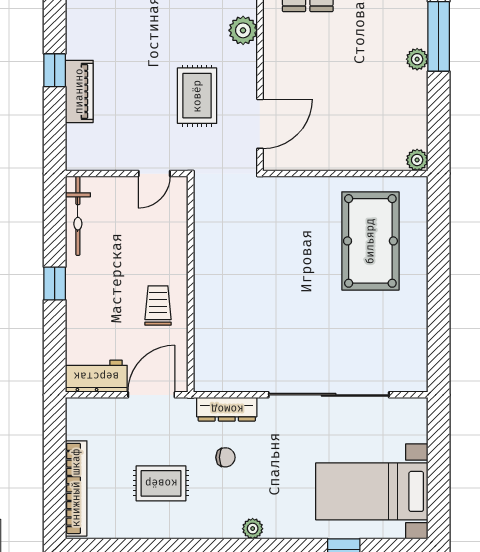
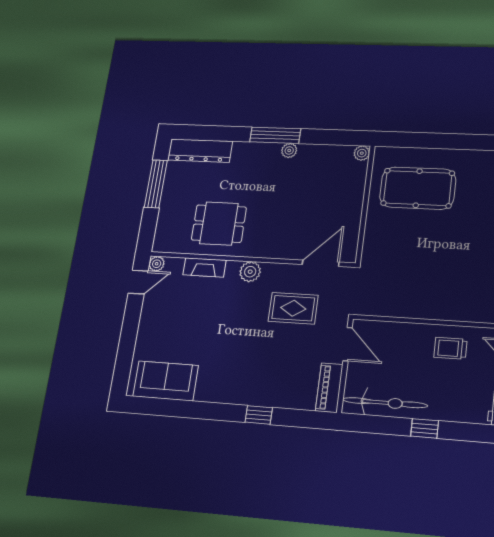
piano: (79, 91) -> (329, 388), moved, turned -90
door: (260, 124) -> (321, 263), hinge flipped
door: (154, 174) -> (348, 344), width x1.38
bicycle: (78, 216) -> (385, 403), width x1.37, depth x1.40

